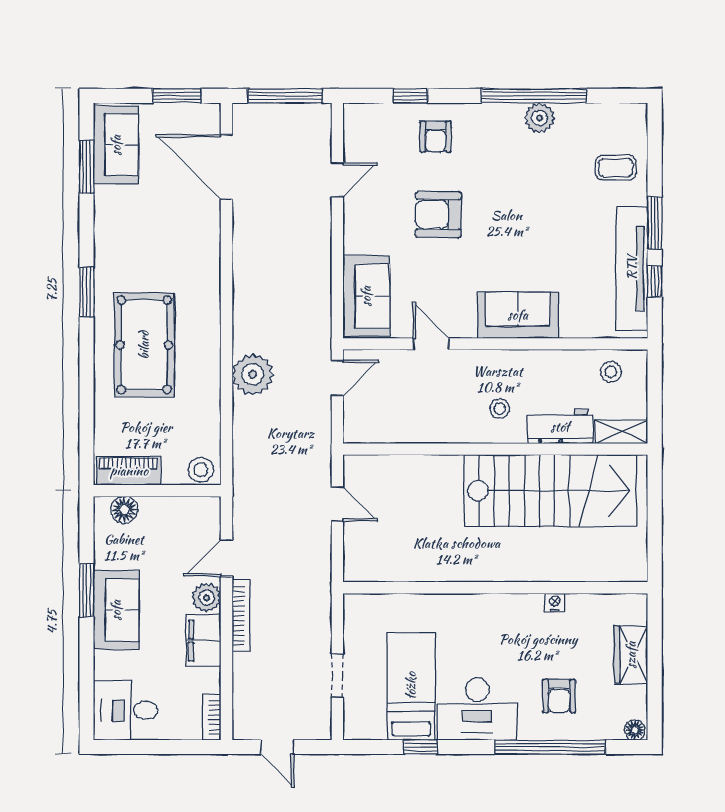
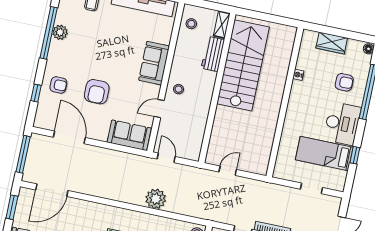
door: (337, 180) -> (69, 137), width x1.88
stool: (500, 409) -> (179, 89), moved

